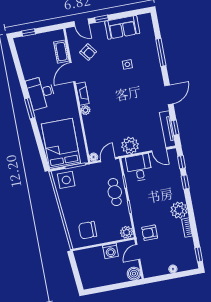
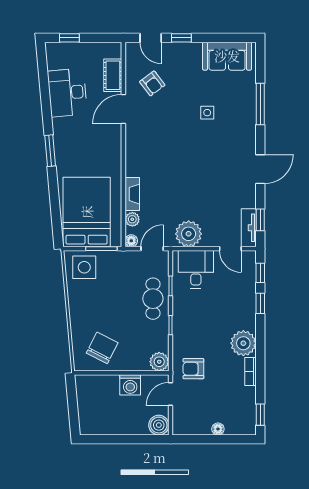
sofa: (122, 27) -> (227, 56), moved
desk: (41, 93) -> (67, 93), moved
fireplace: (82, 94) -> (132, 194), moved
plant: (85, 110) -> (132, 219), moved
tv unit: (167, 129) -> (249, 228), width x0.71
chair: (88, 230) -> (102, 348), turned 117

